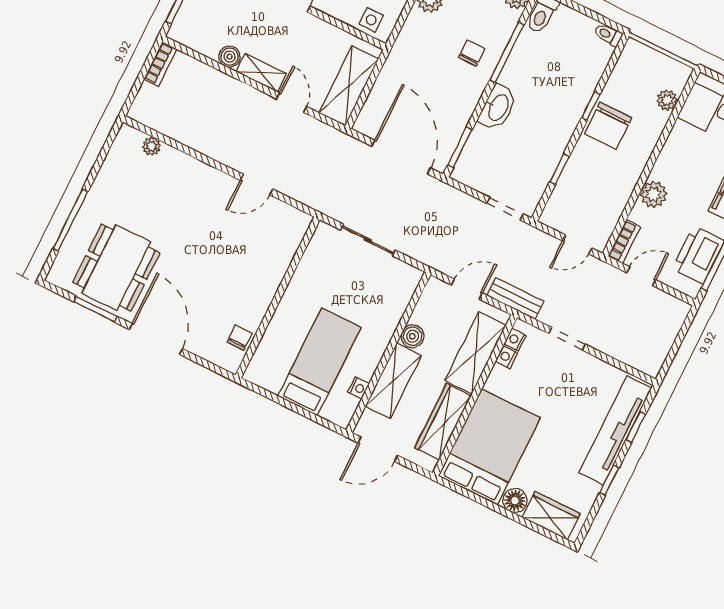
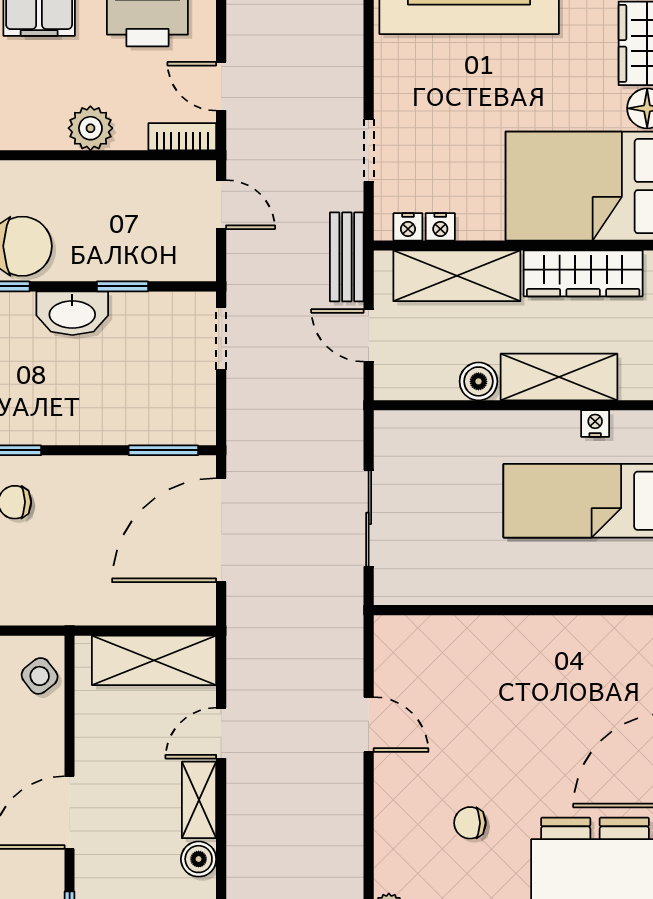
side table: (371, 20) -> (40, 676), turned -38
washbasin: (498, 107) -> (72, 313), moved, turned 180
chair: (239, 338) -> (470, 823), moved

